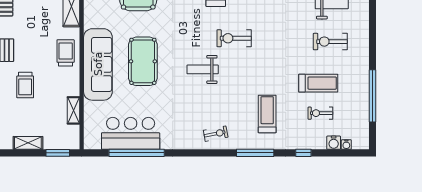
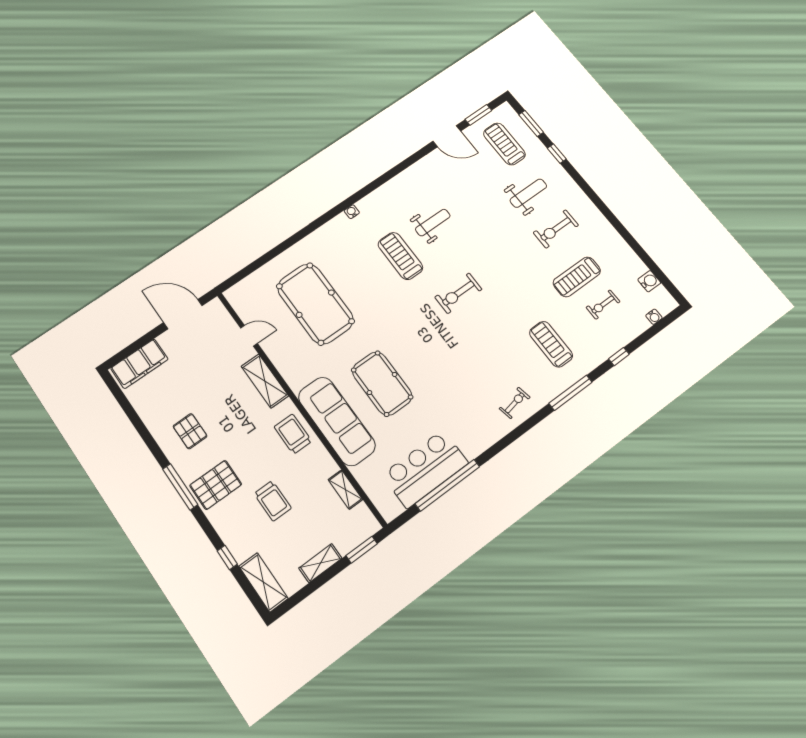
weight bench: (203, 69) -> (450, 347), removed
treadmill: (318, 83) -> (577, 277), turned 180
window: (373, 96) -> (639, 251), removed
water cooler: (334, 143) -> (649, 281), moved, turned -90

